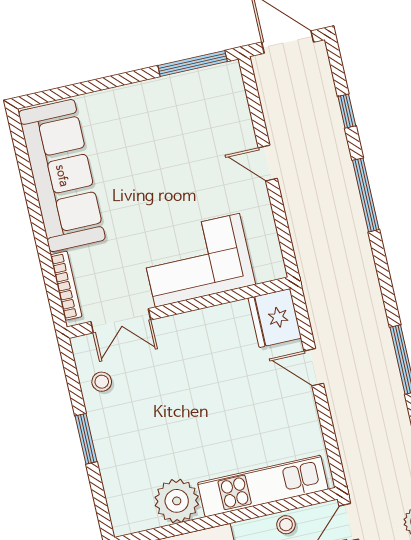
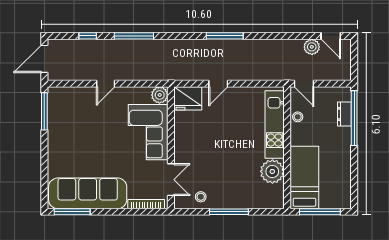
window: (22, 155) -> (72, 212), added
plant: (269, 266) -> (160, 95), added
window: (86, 439) -> (229, 212), width x1.44

